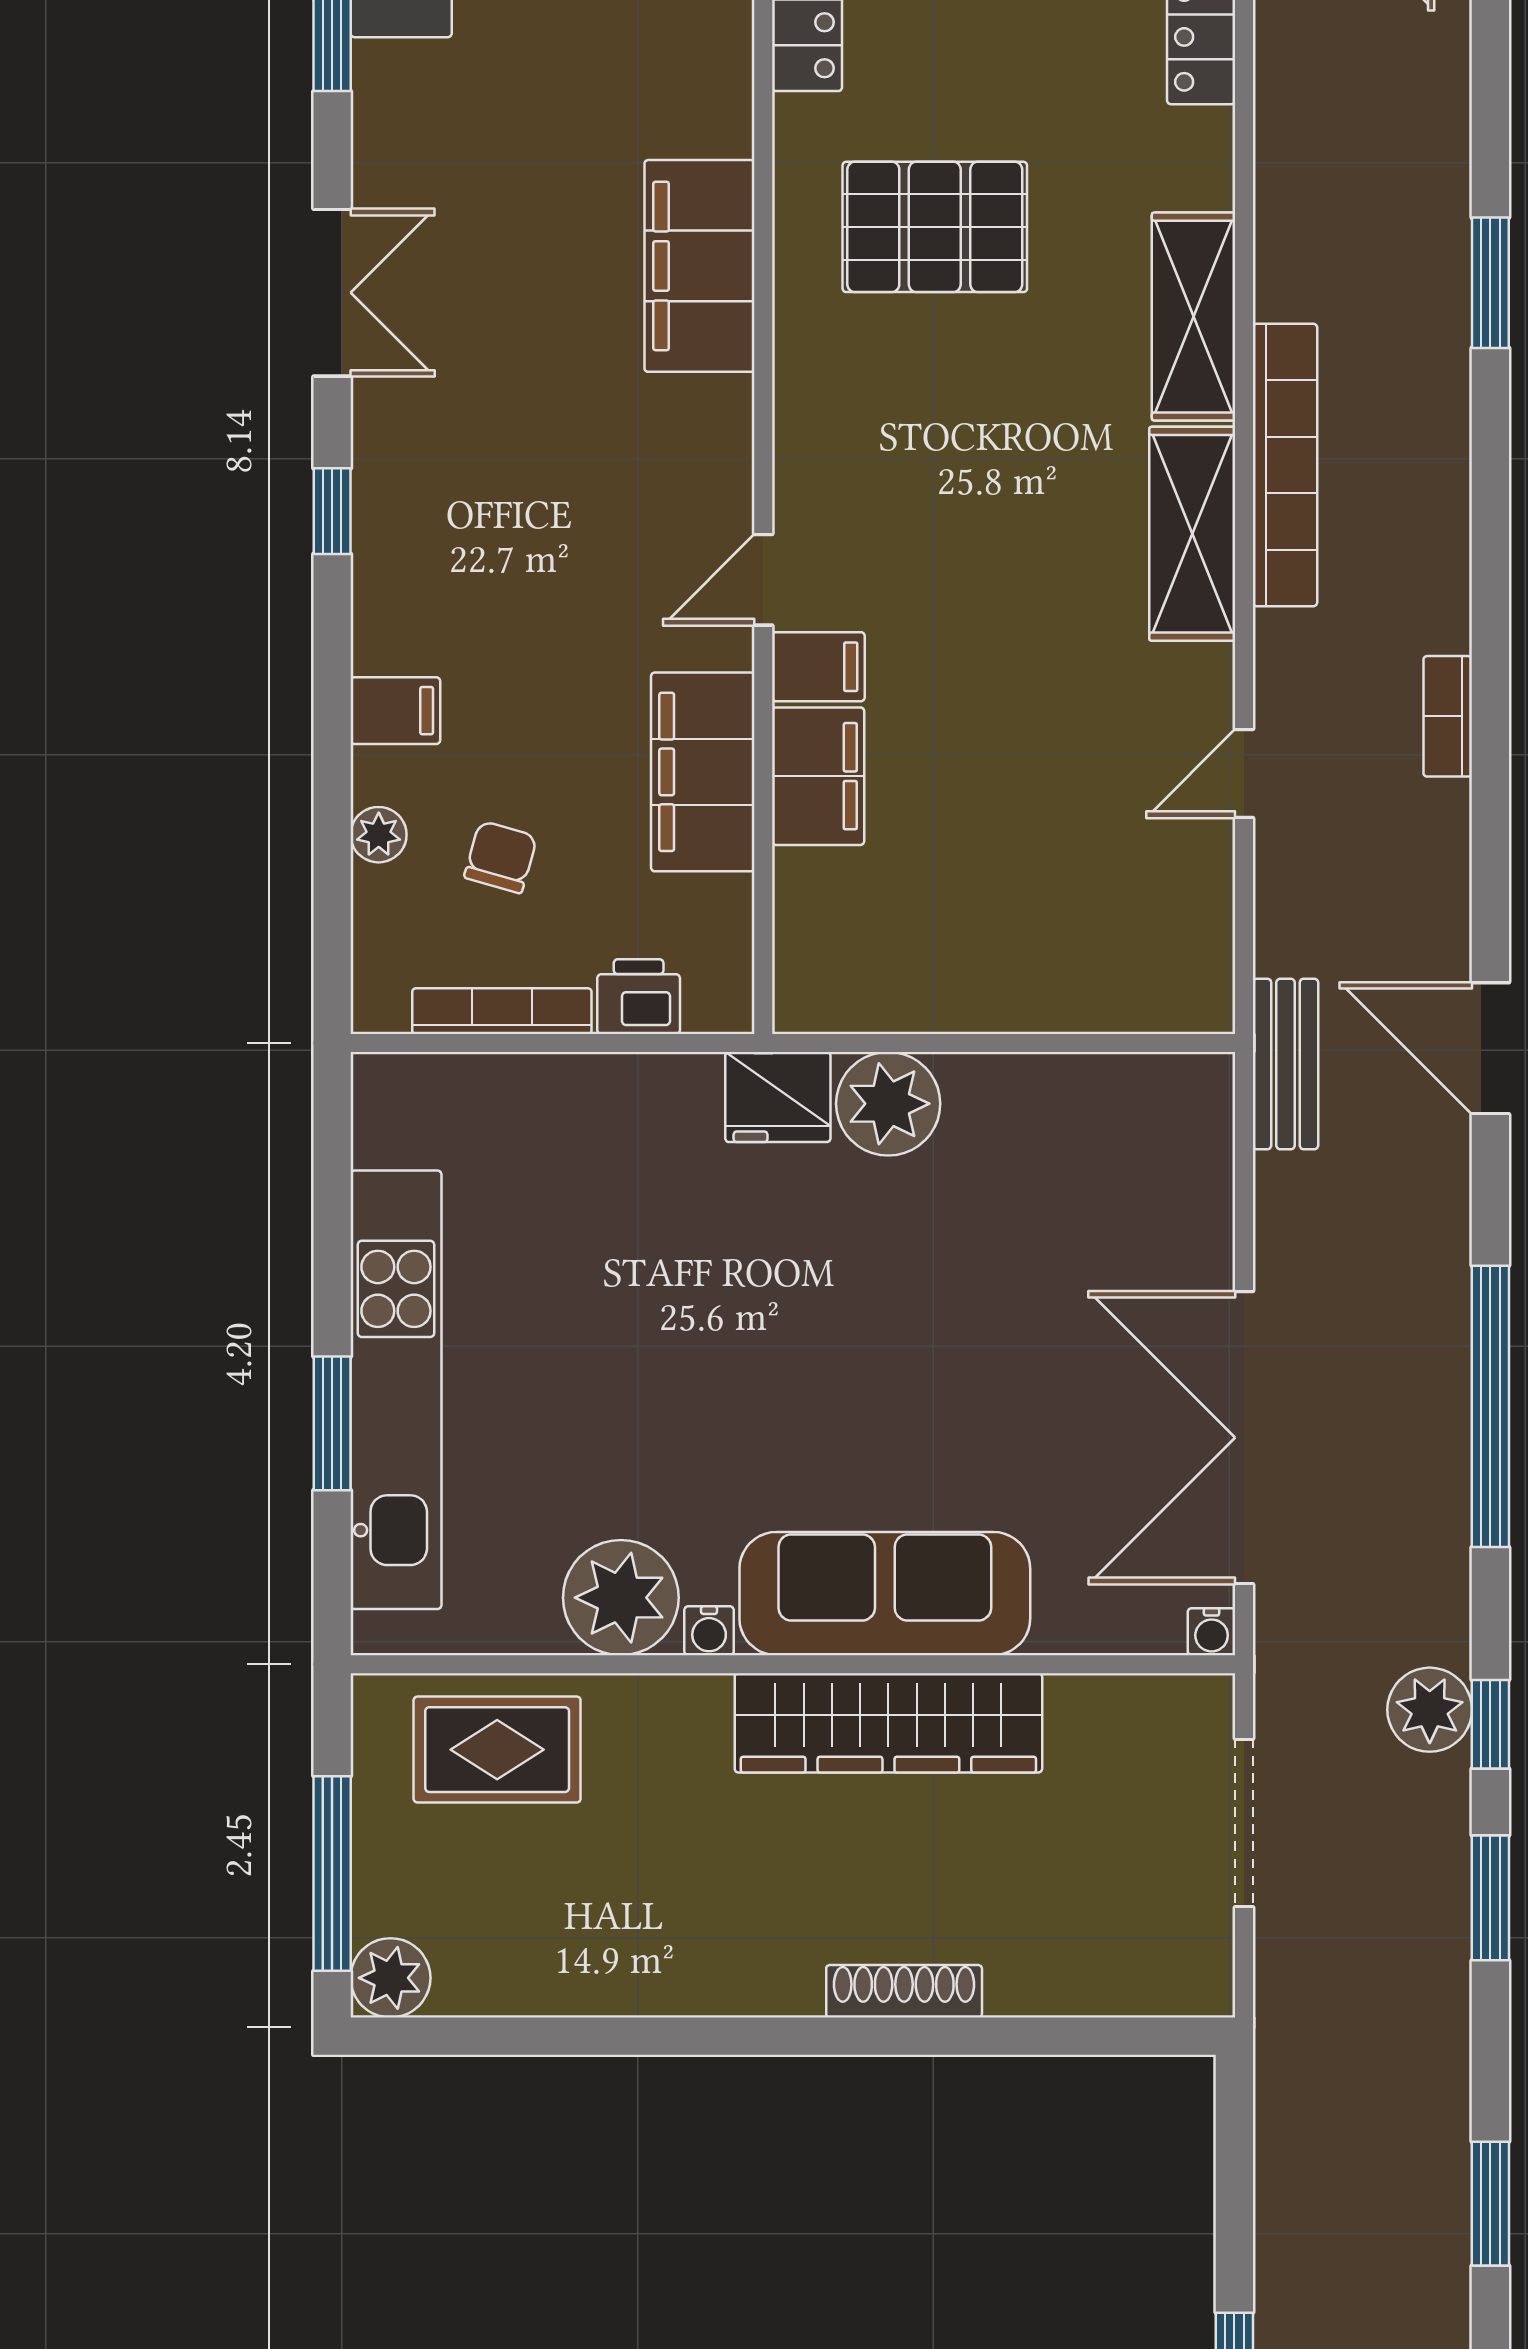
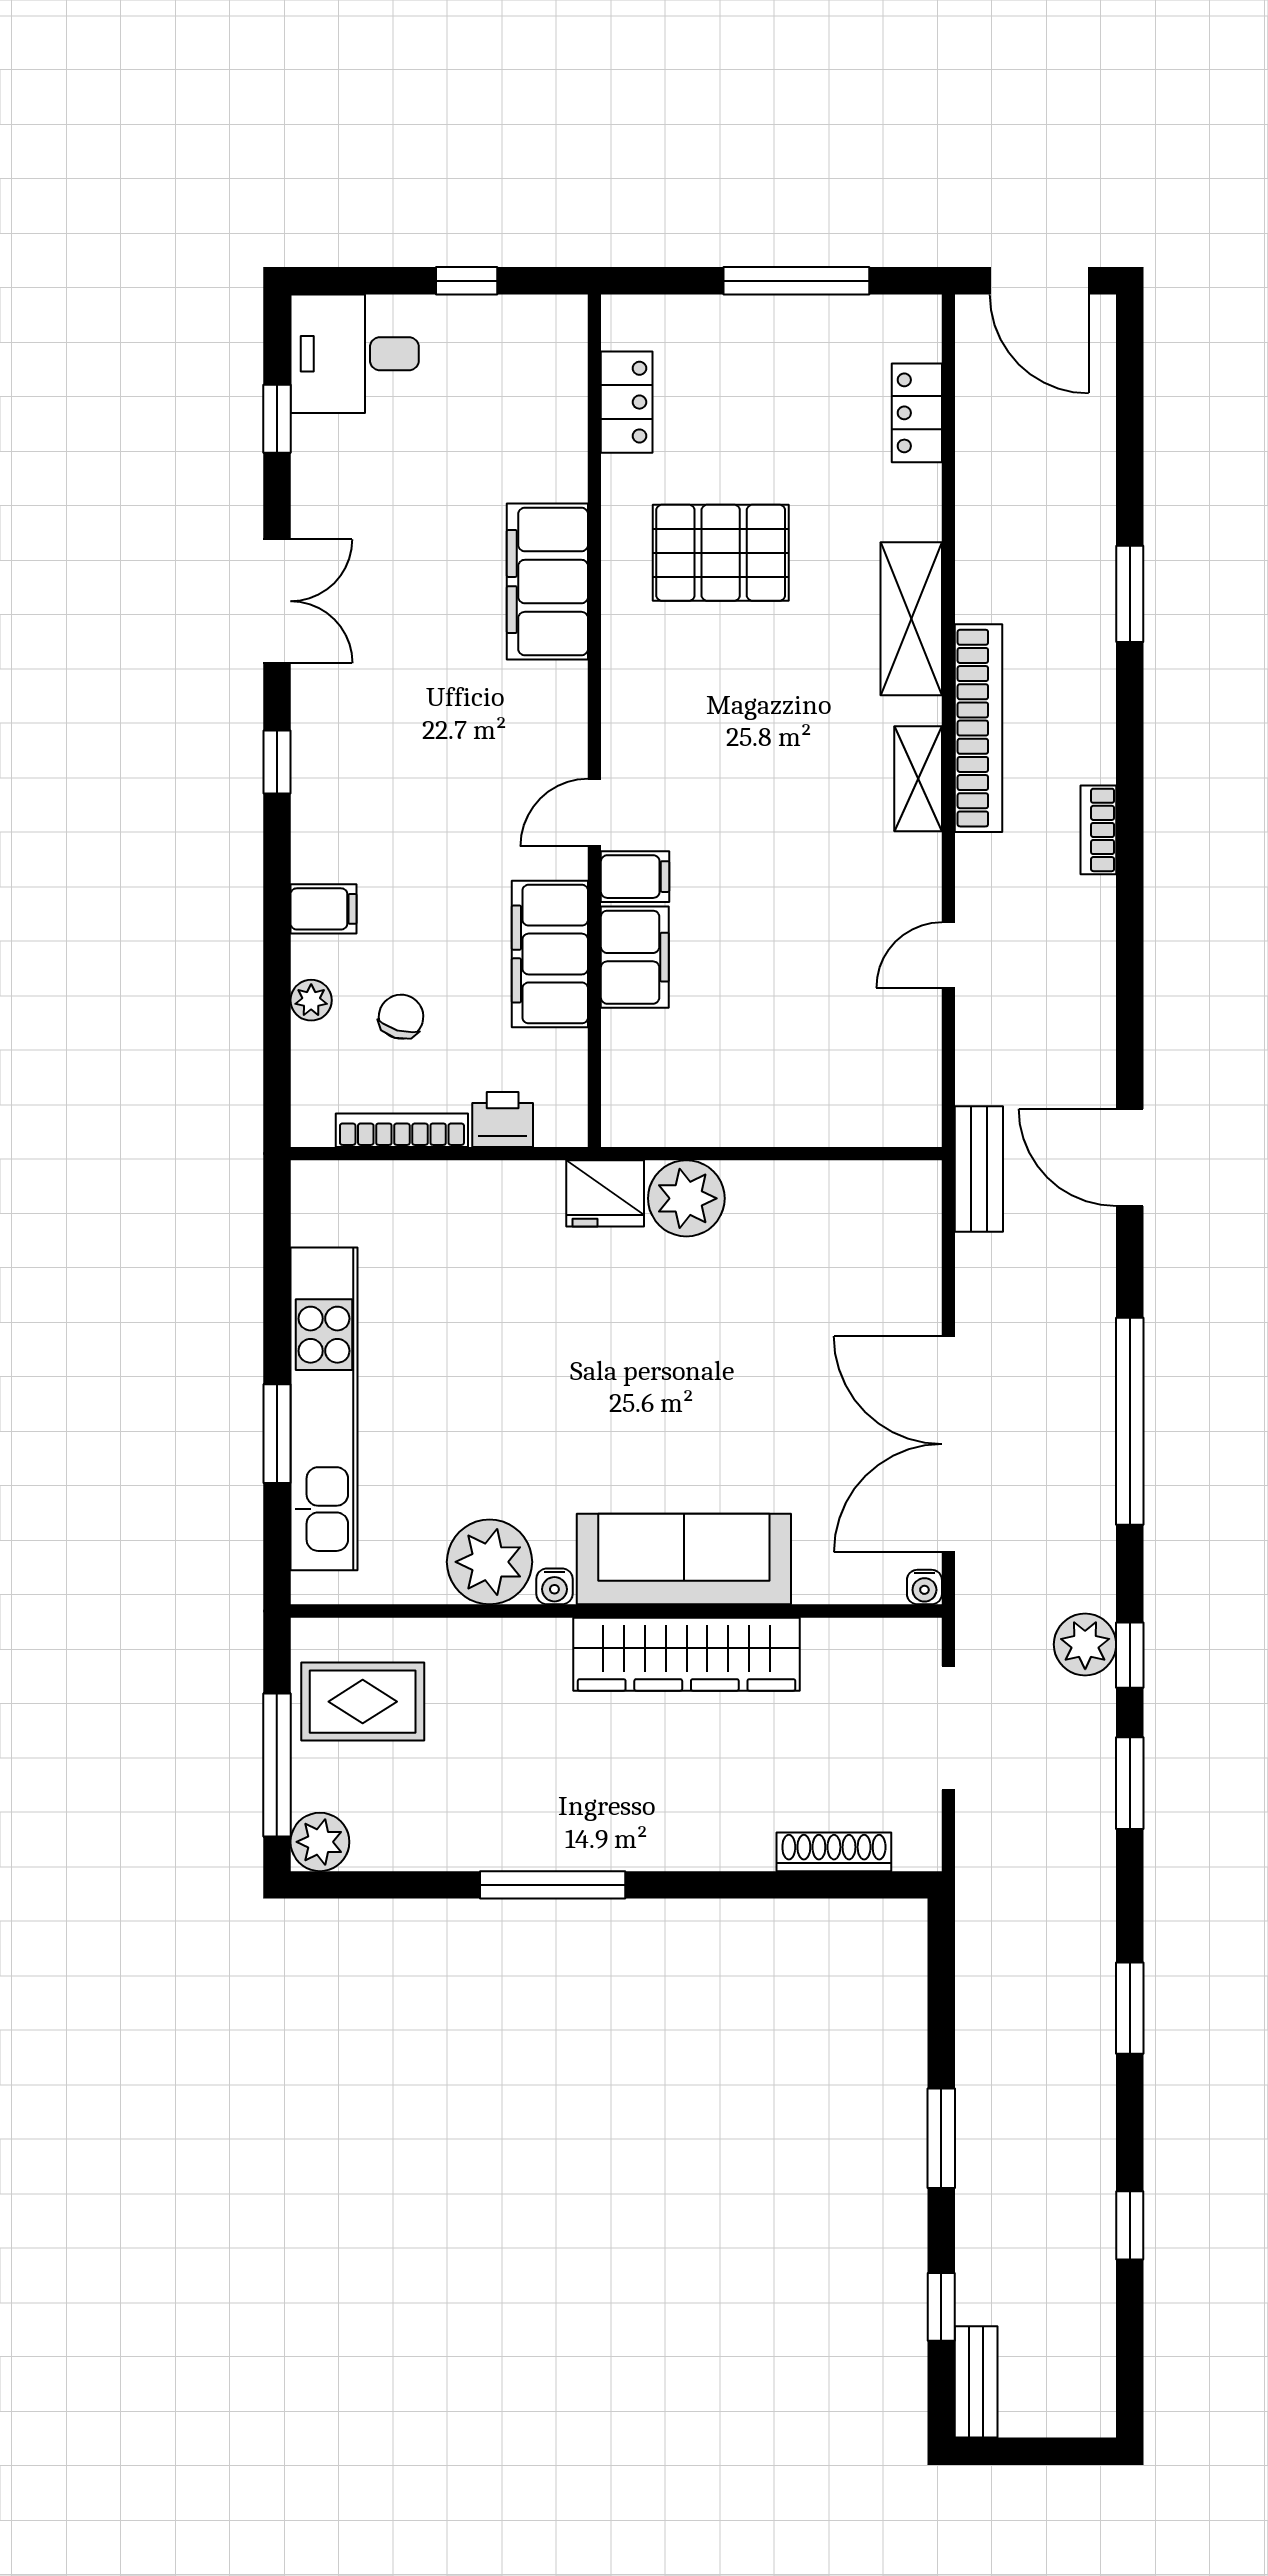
shelving: (1192, 534) -> (918, 779), width x0.67, depth x0.75
bookcase: (1448, 716) -> (1098, 830), moved
rug: (497, 1750) -> (363, 1702), moved
shoe rack: (904, 1991) -> (834, 1852), moved
window: (707, 2036) -> (553, 1885), added

